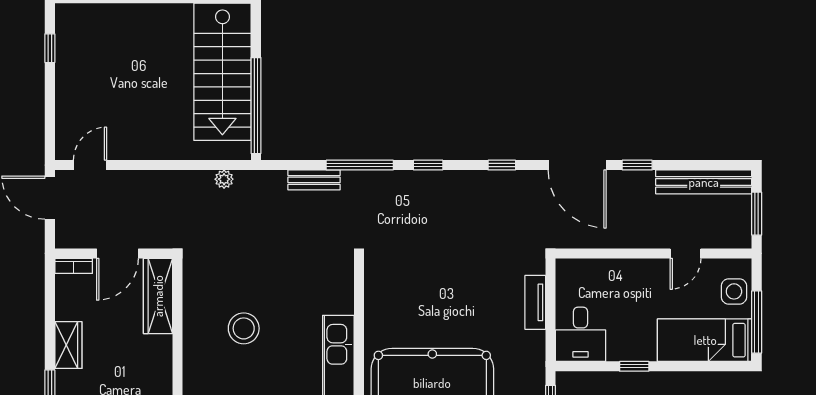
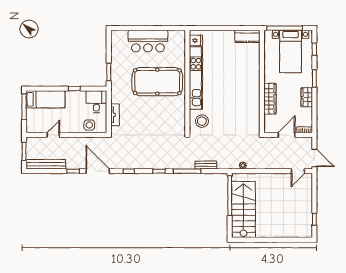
side table: (734, 291) -> (89, 125), moved
wardrobe: (158, 296) -> (270, 99), moved
stool: (244, 328) -> (202, 121), moved

